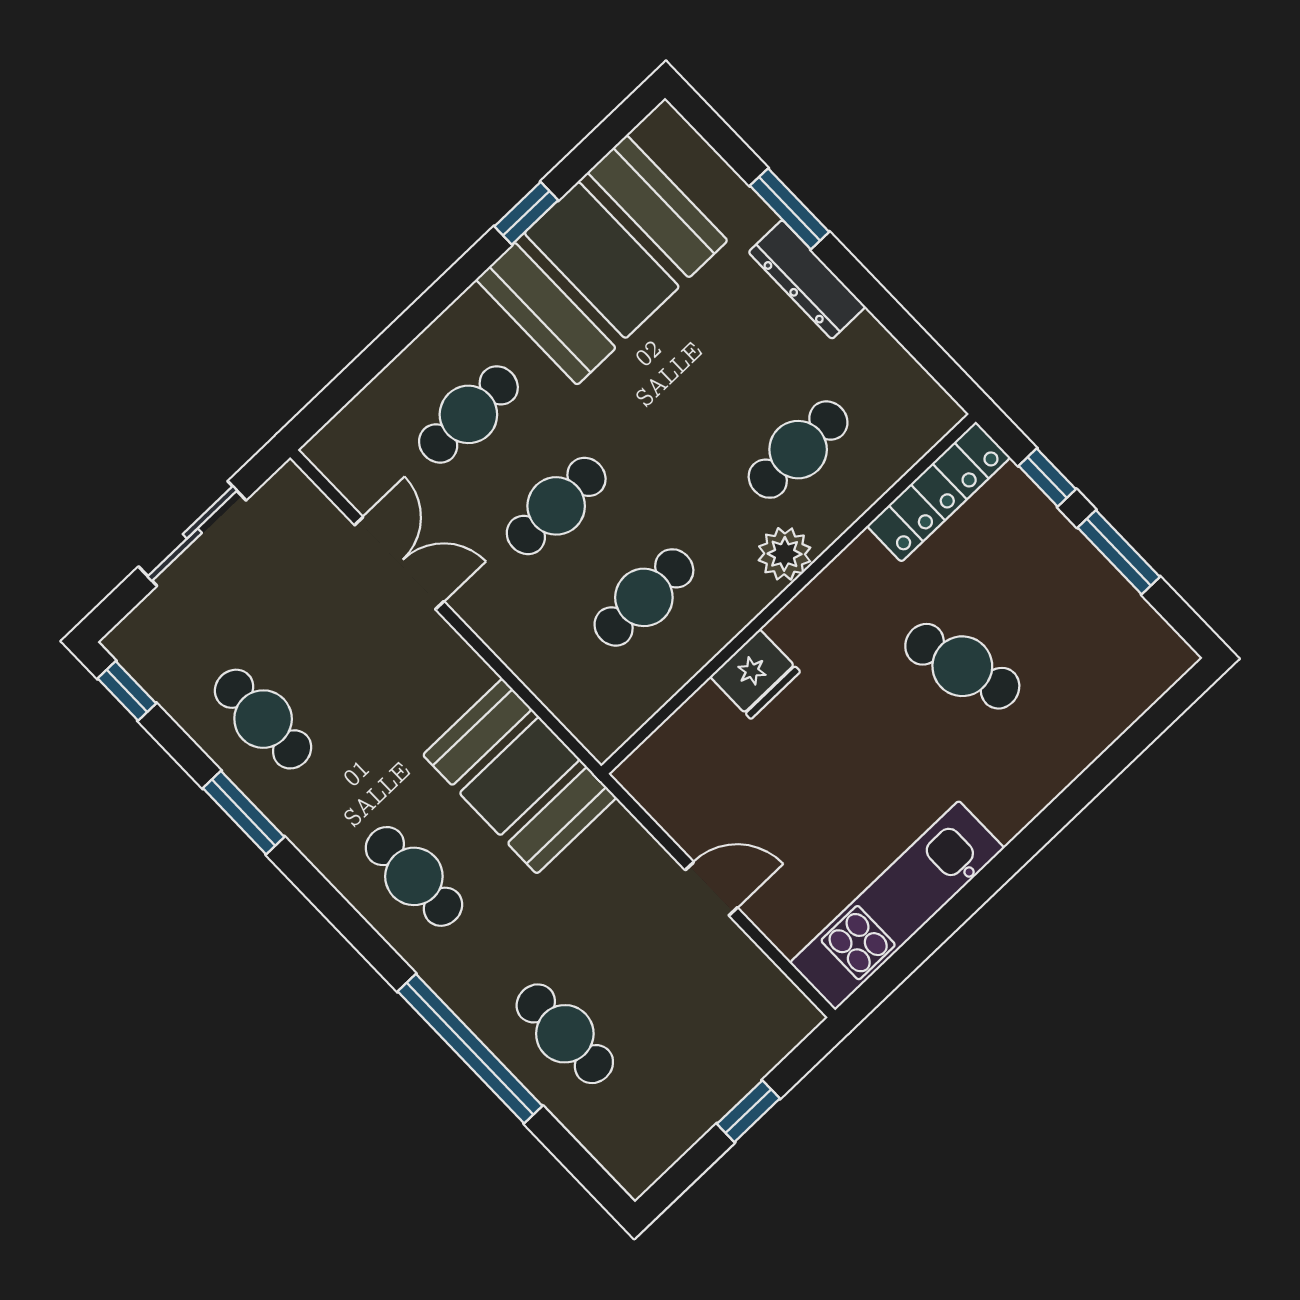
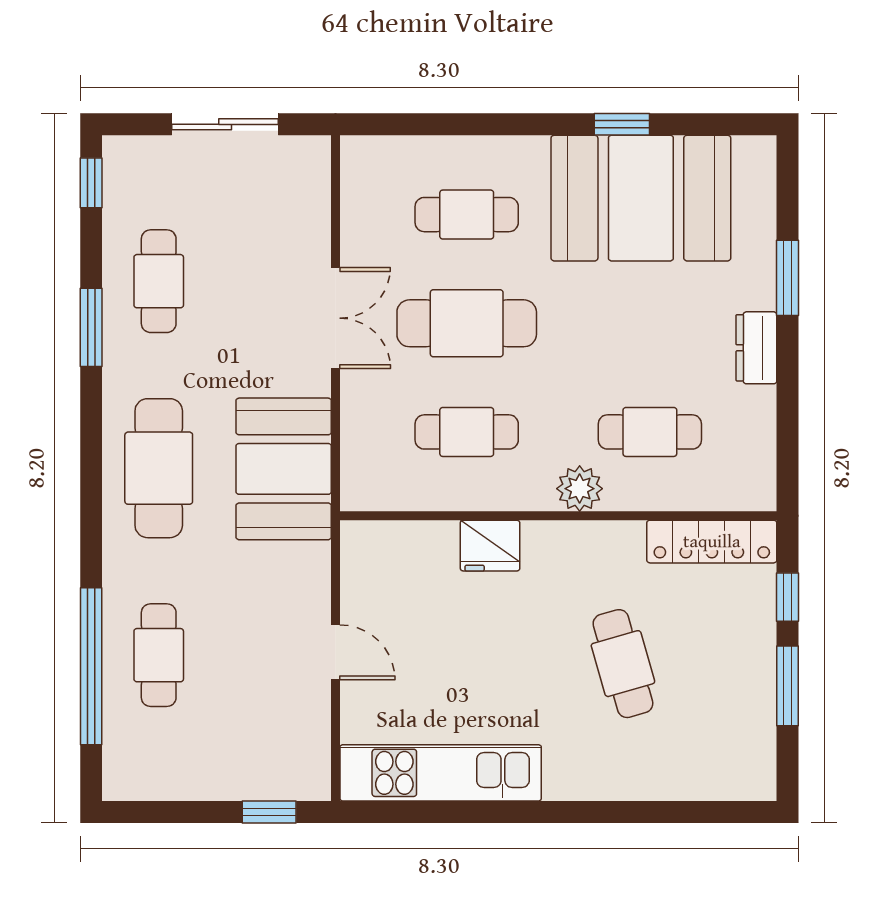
dresser: (807, 279) -> (756, 348), width x0.70
cafe table: (556, 506) -> (467, 323), width x1.37, depth x1.35
double door: (399, 563) -> (336, 318), moved
cafe table: (414, 876) -> (159, 468), width x1.37, depth x1.35
window: (470, 1049) -> (91, 666), moved
window: (748, 1111) -> (269, 812), moved

